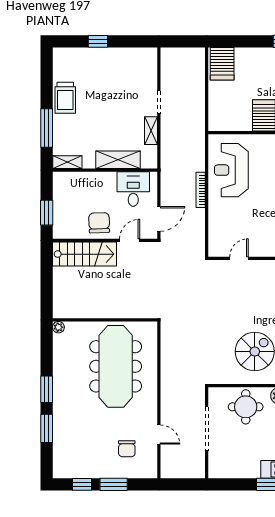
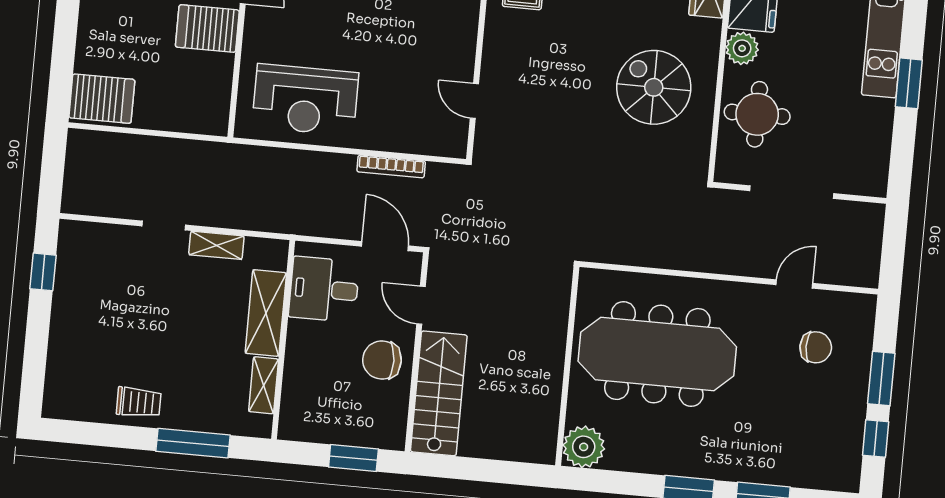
window: (98, 41) -> (43, 272), moved
trolley: (65, 98) -> (139, 402), width x0.73, depth x0.72
shelving: (67, 162) -> (264, 385), moved
bookcase: (201, 190) -> (391, 166), moved
plant: (58, 327) -> (584, 447), width x1.88, depth x1.88

